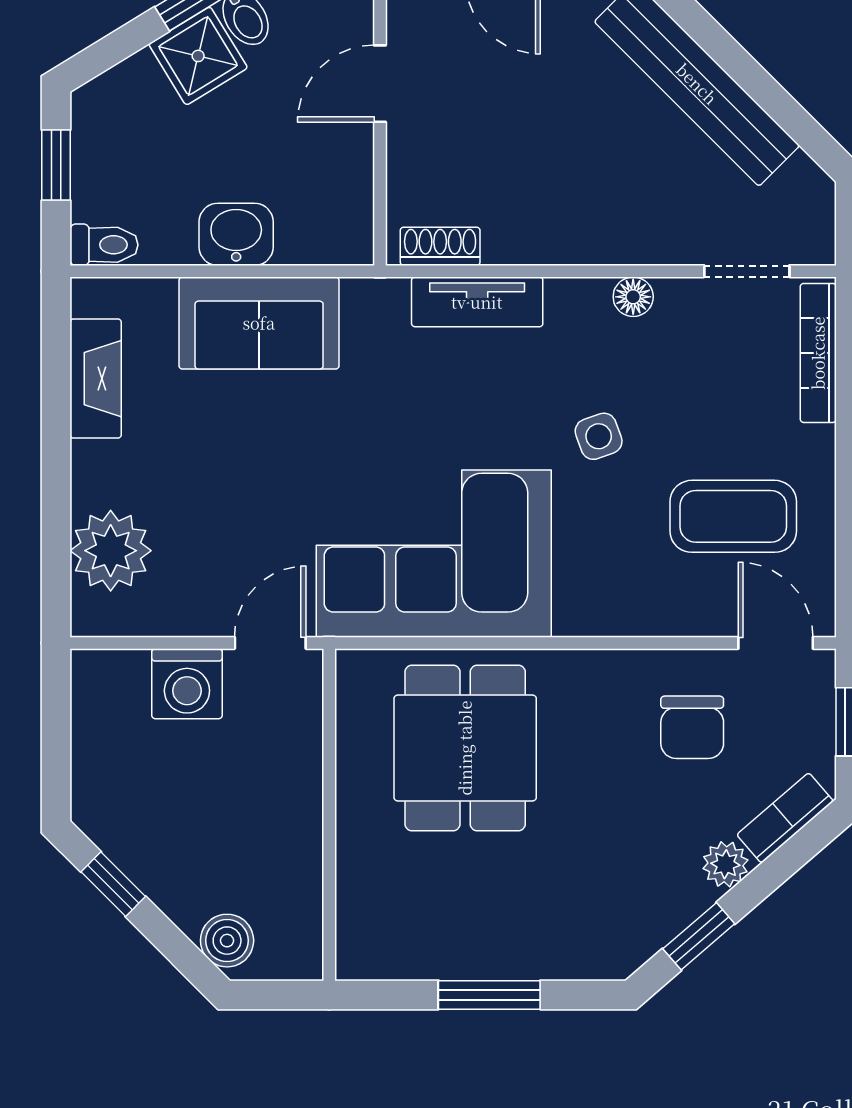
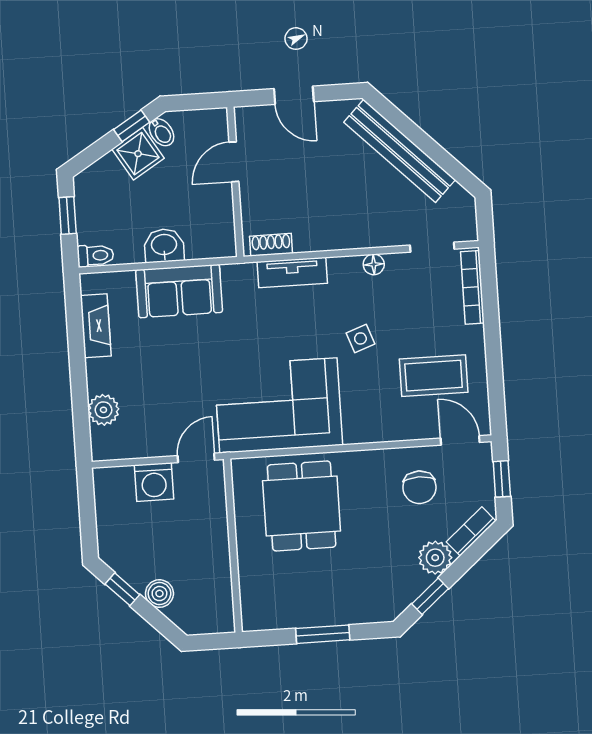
plant: (111, 551) -> (103, 410), width x0.73, depth x0.73
plant: (725, 864) -> (435, 558), width x1.38, depth x1.38
boiler: (227, 941) -> (159, 594), moved

